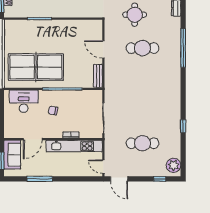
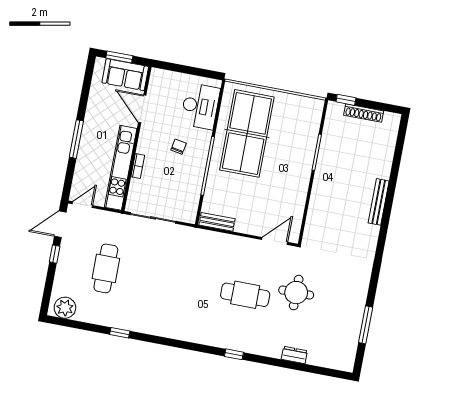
cafe table: (142, 48) -> (245, 295), turned 90
window: (183, 48) -> (234, 354), width x0.32
door: (103, 49) -> (275, 241), moved
window: (40, 179) -> (76, 139), moved
window: (160, 179) -> (55, 254), moved

